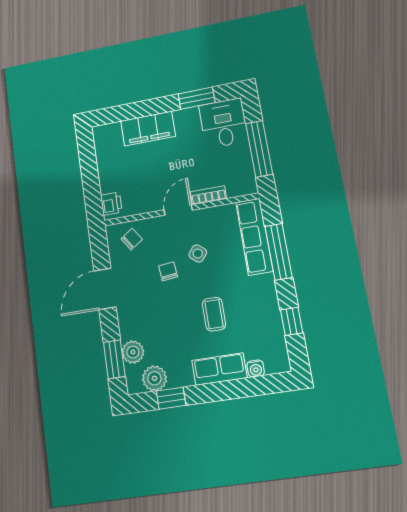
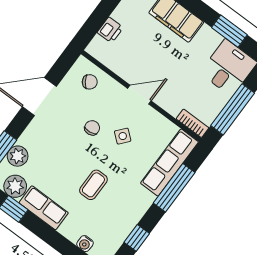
bookcase: (209, 195) -> (193, 123), moved
printer: (111, 204) -> (110, 30), moved
row of seats: (219, 369) -> (44, 208), moved

